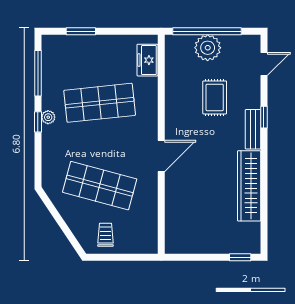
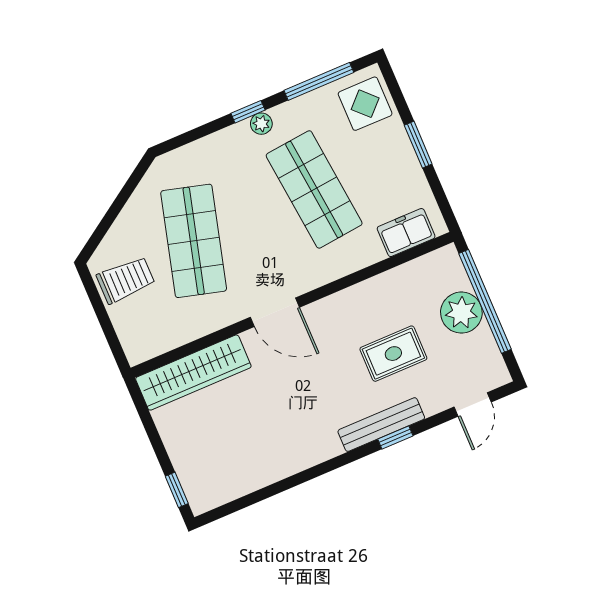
window: (81, 31) -> (418, 145), moved
display table: (62, 52) -> (365, 104), added
door: (264, 64) -> (473, 405), hinge flipped
bench: (253, 129) -> (381, 425), width x1.36
wardrobe: (249, 186) -> (193, 373), moved, turned 180
trolley: (105, 235) -> (126, 280), width x1.36, depth x1.39

